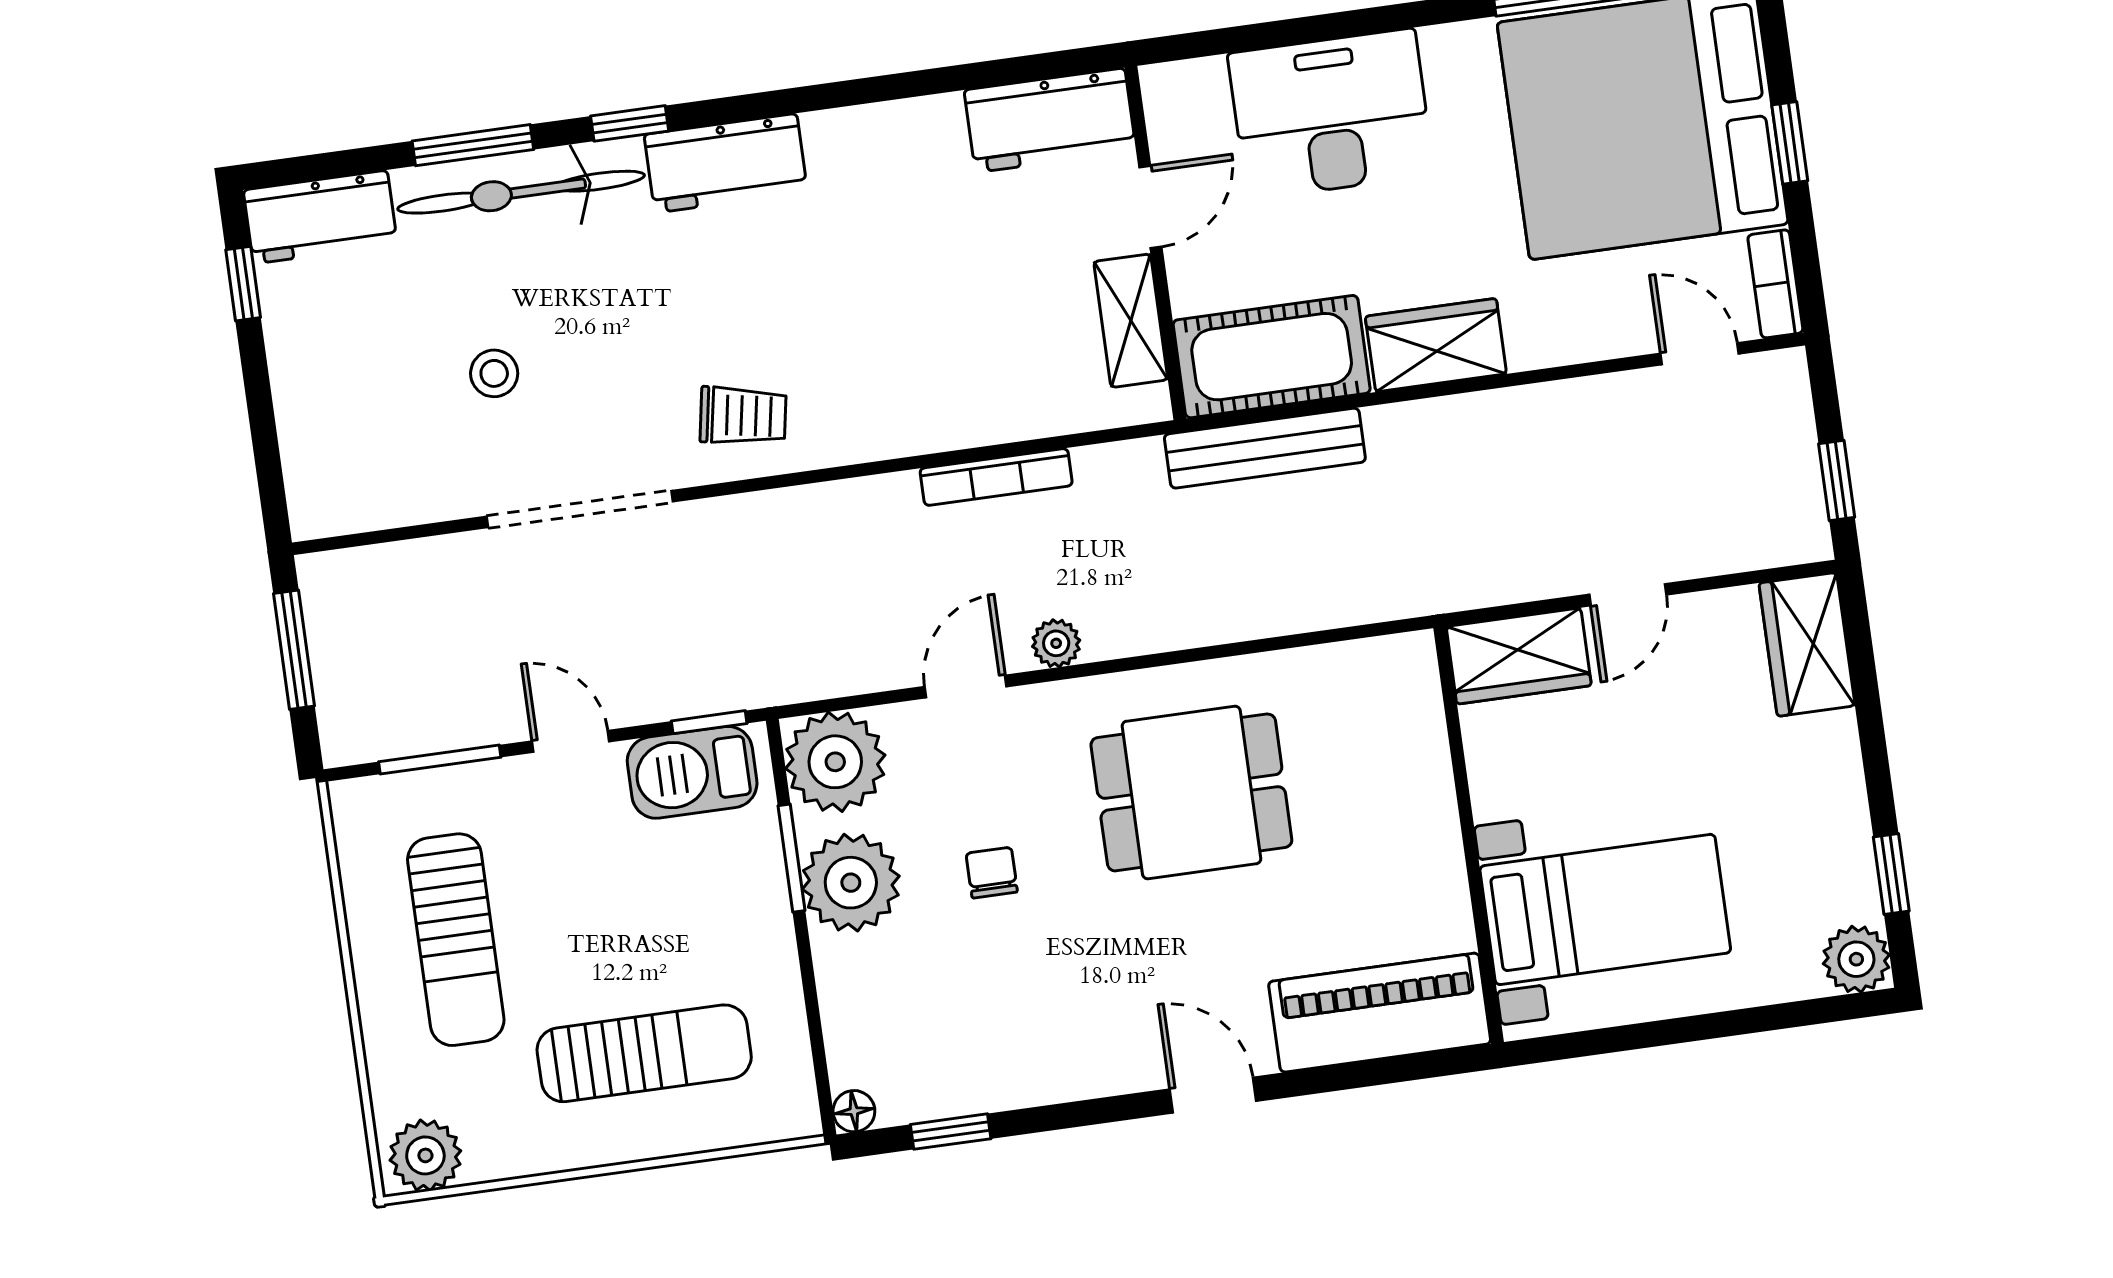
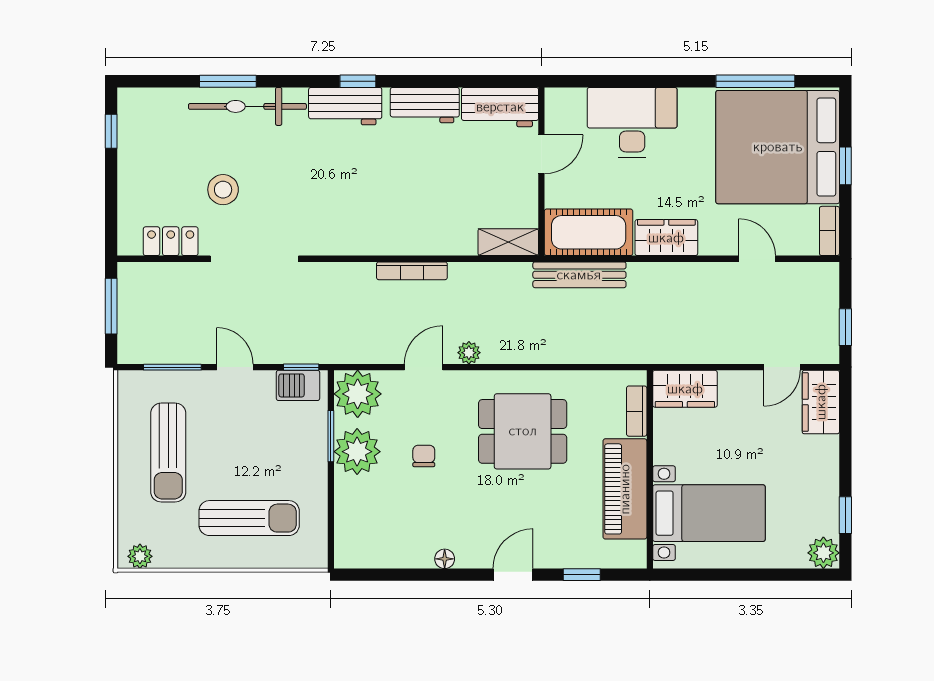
window: (630, 123) -> (358, 81), moved
workbench: (320, 217) -> (425, 105), moved
shelving: (1131, 321) -> (508, 242), moved, turned 90
door: (1700, 354) -> (757, 259), moved
stool: (494, 373) -> (223, 190), width x1.37, depth x1.37
trolley: (743, 416) -> (337, 226), removed
bookcase: (996, 477) -> (412, 271), moved
locker: (400, 497) -> (171, 241), added
door: (1628, 595) -> (782, 367), moved
bookcase: (1424, 717) -> (637, 411), added
barbecue: (692, 772) -> (298, 385), width x0.73, depth x0.79
piano: (1380, 1013) -> (625, 489), moved, turned -90
door: (1213, 1095) -> (513, 575), hinge flipped
floor lamp: (854, 1111) -> (445, 559), moved
window: (951, 1132) -> (582, 575), moved
plant: (425, 1155) -> (140, 556), width x0.73, depth x0.73

